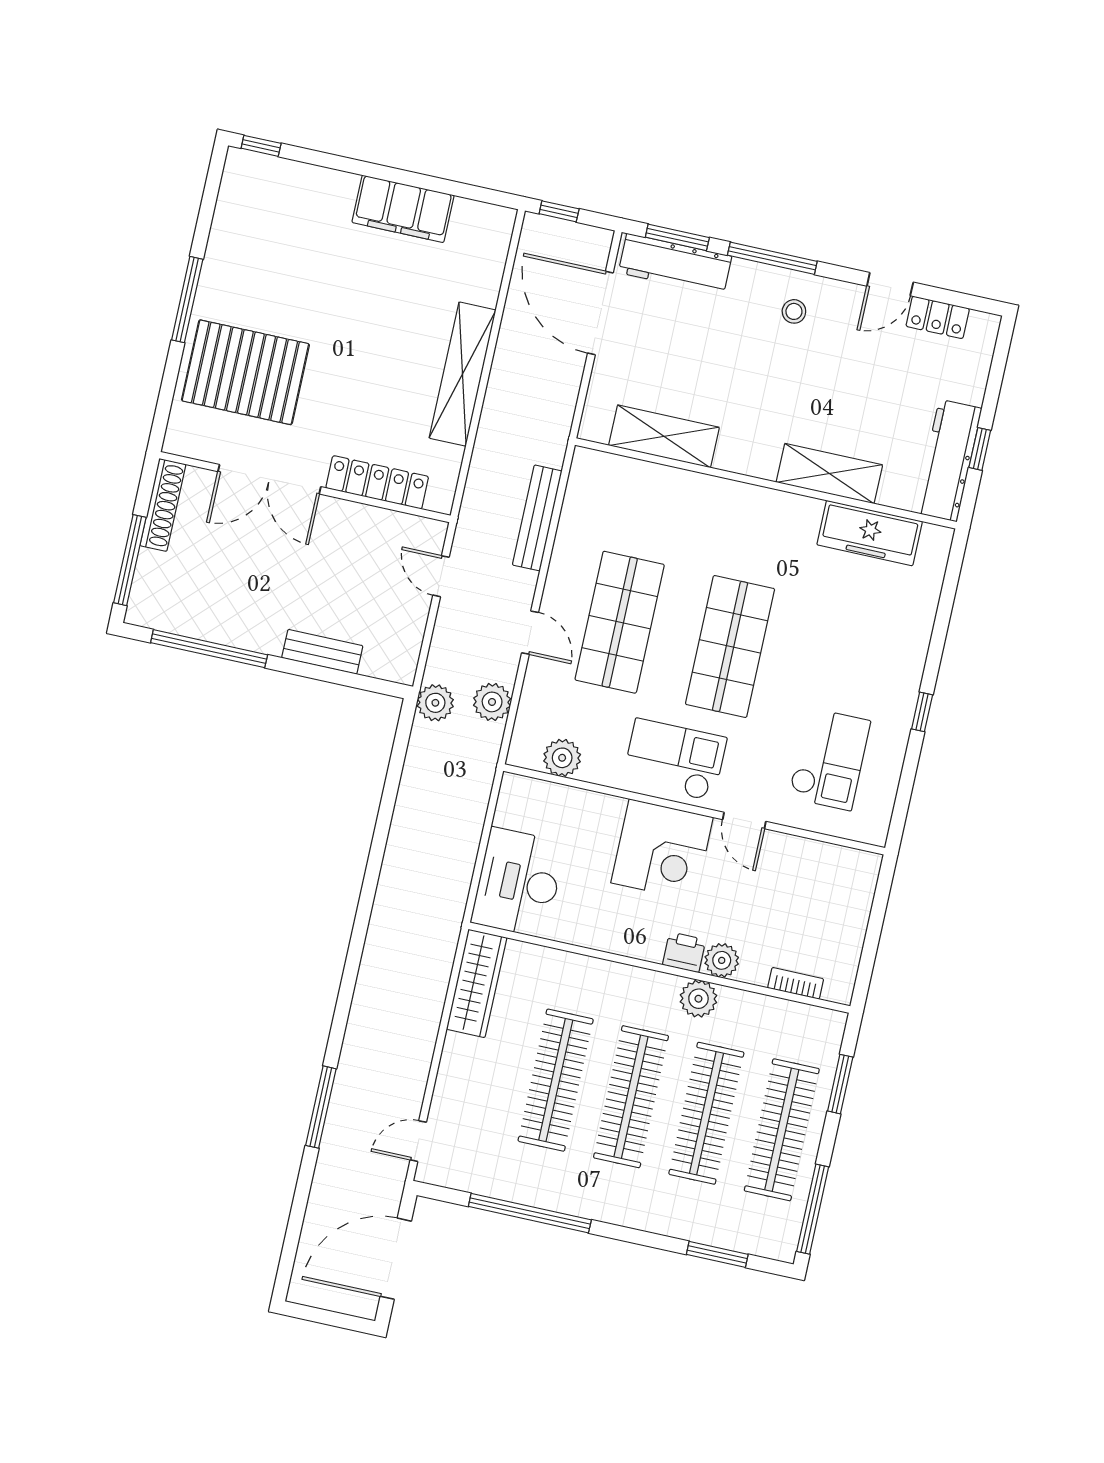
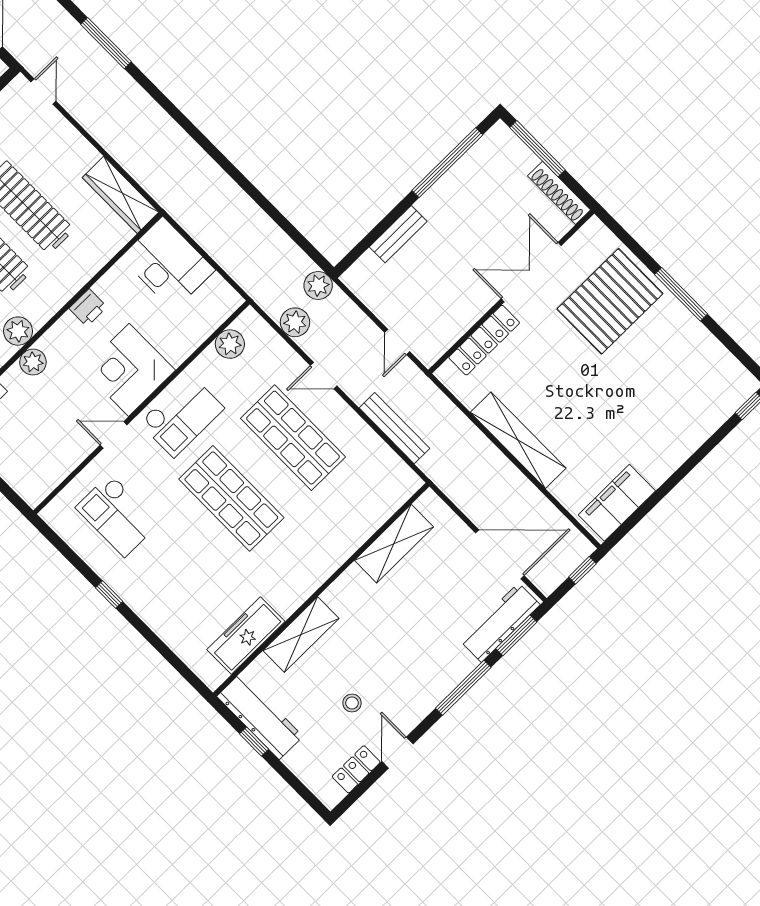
filing cabinet: (403, 209) -> (617, 503), moved
stool: (794, 311) -> (352, 703), moved
door: (441, 576) -> (397, 342), swing flipped
printer: (684, 952) -> (88, 308), moved

